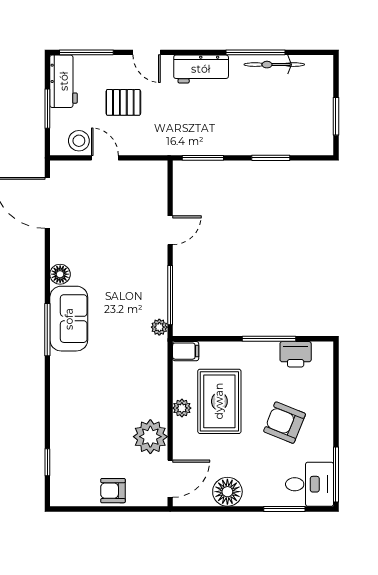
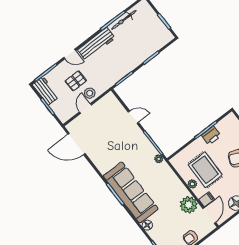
workbench: (201, 69) -> (96, 44), width x1.38
stool: (79, 141) -> (90, 93), moved
door: (105, 158) -> (85, 109), hinge flipped
door: (170, 230) -> (133, 117), hinge flipped
floor lamp: (60, 274) -> (147, 225), moved
sofa: (69, 319) -> (131, 193), width x1.85, depth x1.27
filing cabinet: (186, 351) -> (207, 199), moved
printer: (296, 354) -> (211, 135), moved

